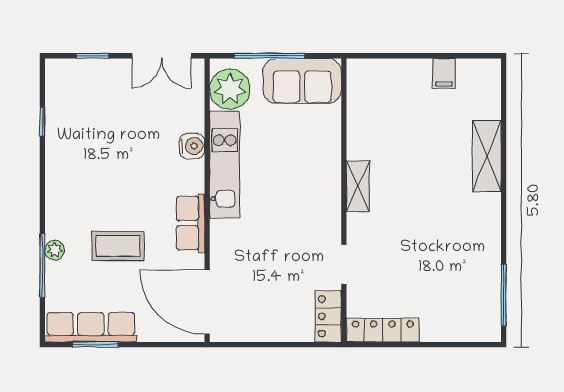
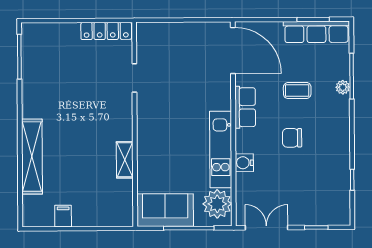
shelving: (487, 156) -> (32, 157), width x1.47
chair: (126, 180) -> (292, 138), added
shelving: (358, 186) -> (125, 160), moved
coffee table: (118, 246) -> (297, 90), width x0.73, depth x0.77
locker: (328, 316) -> (145, 41), removed

